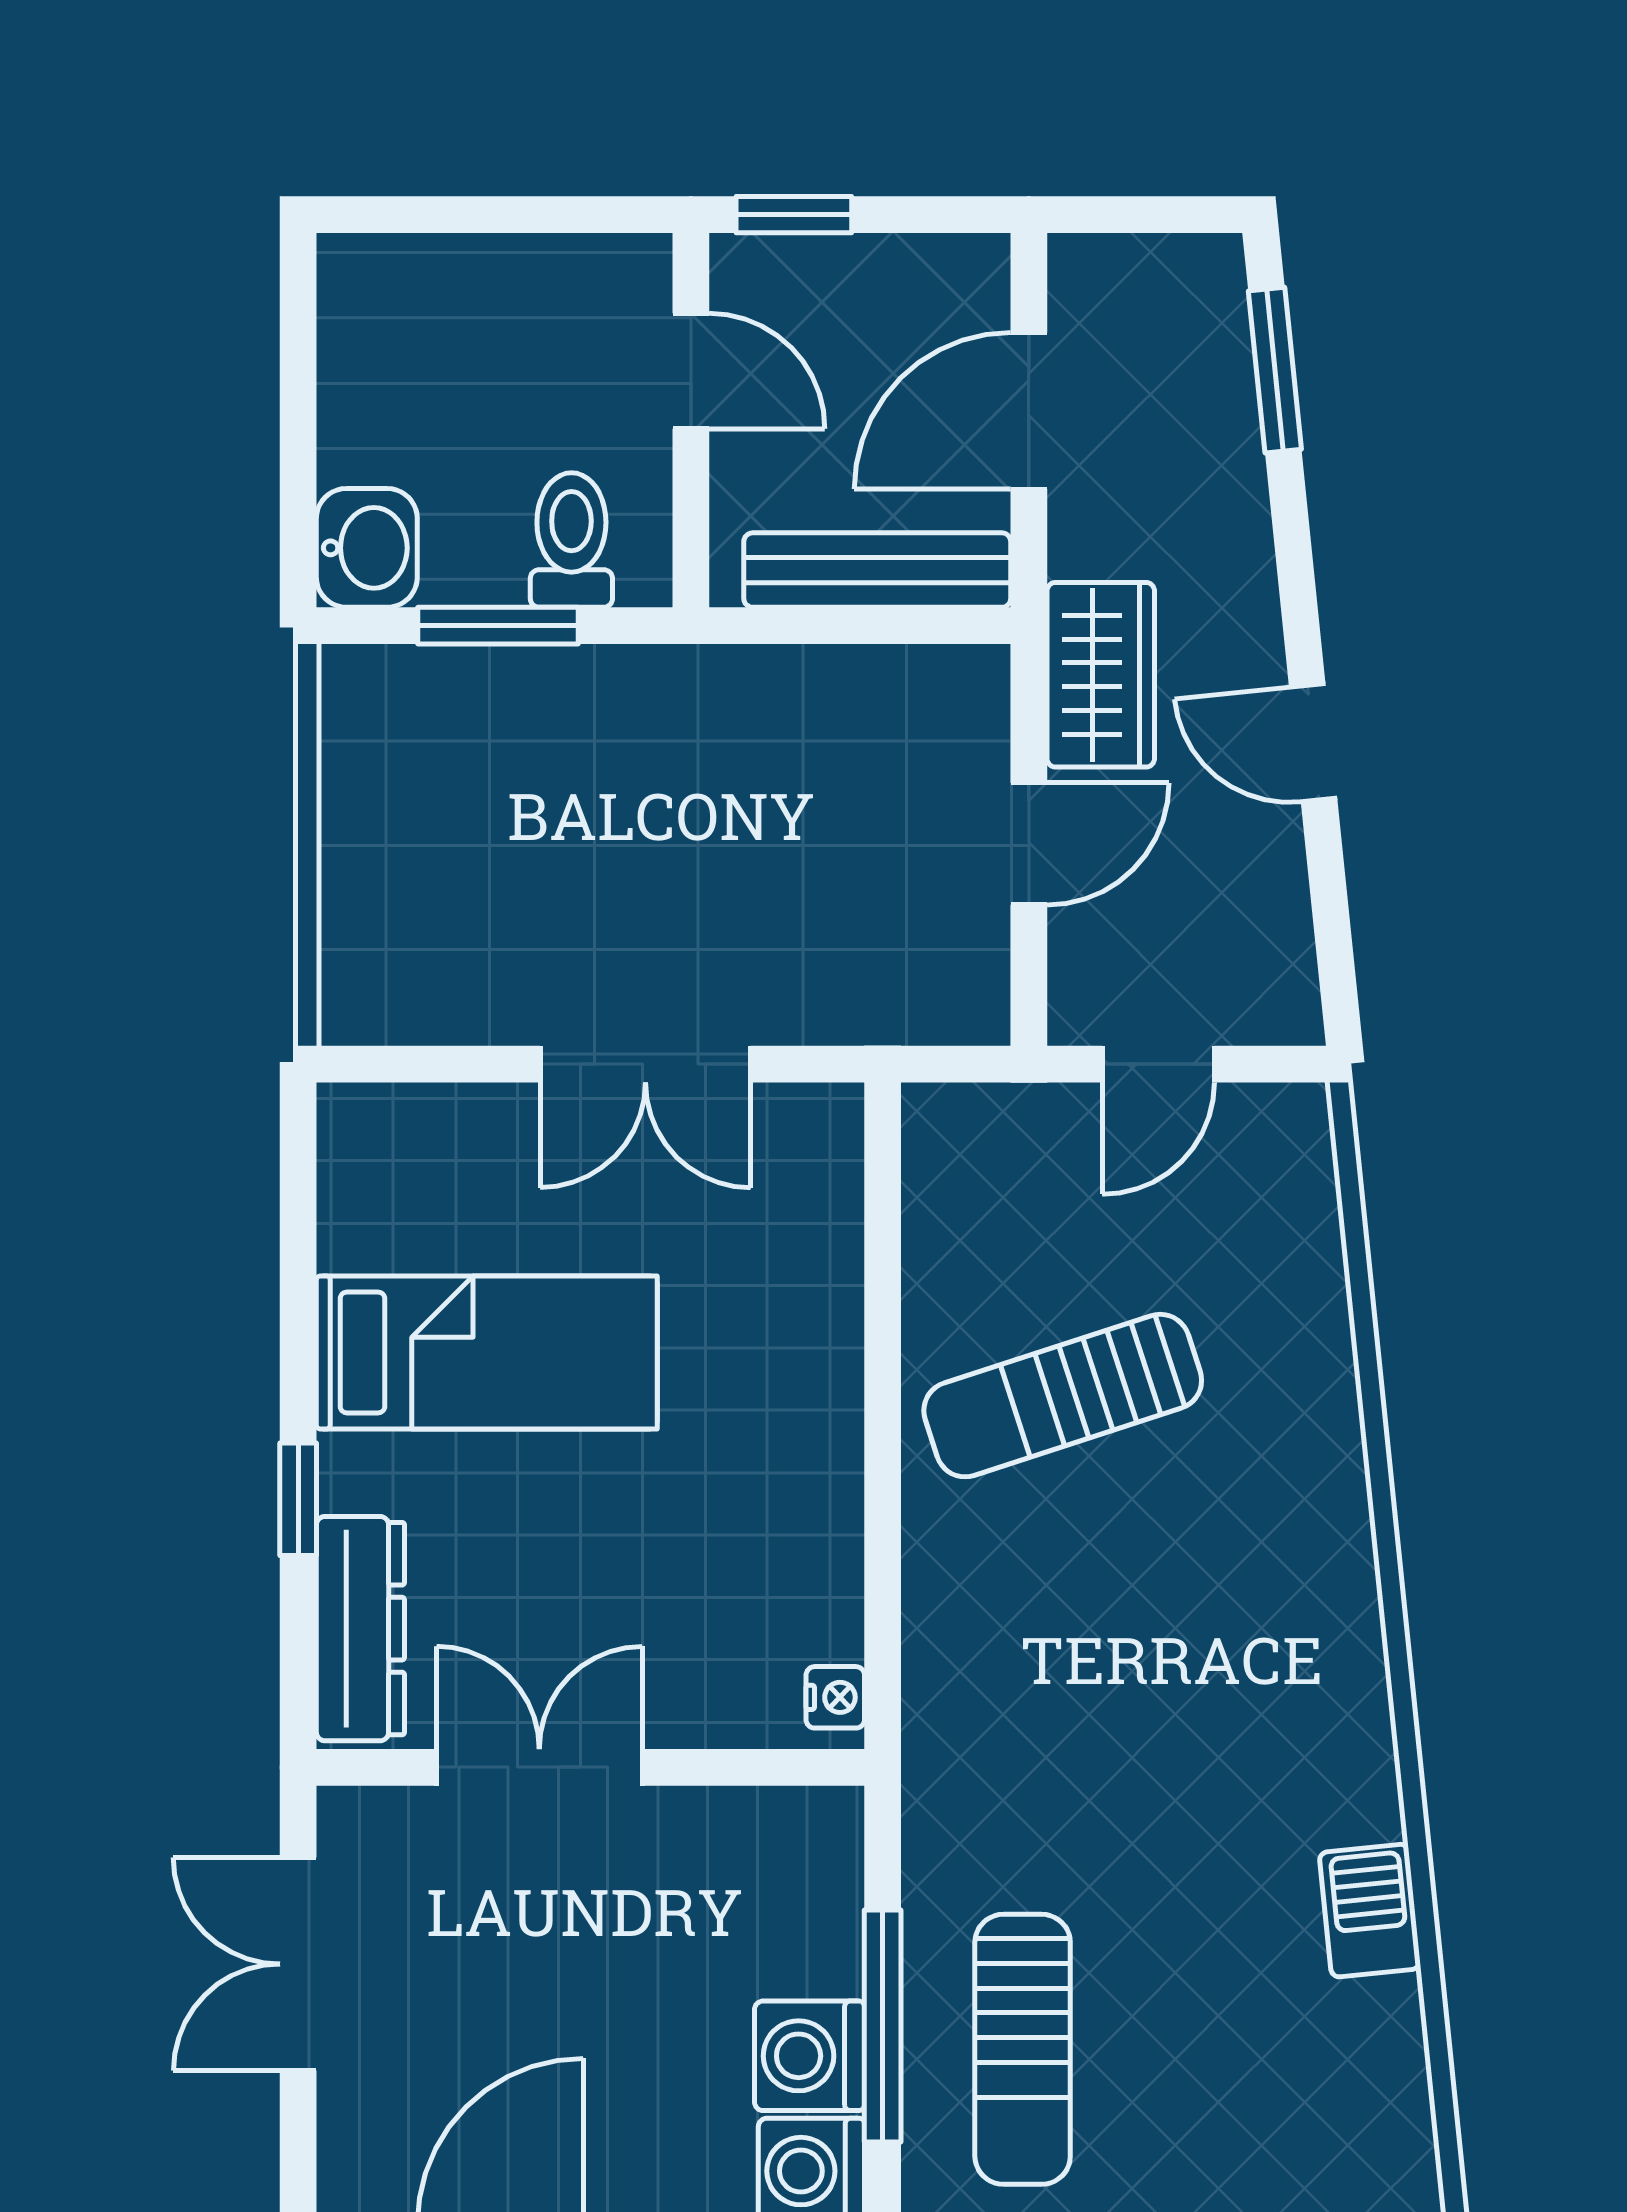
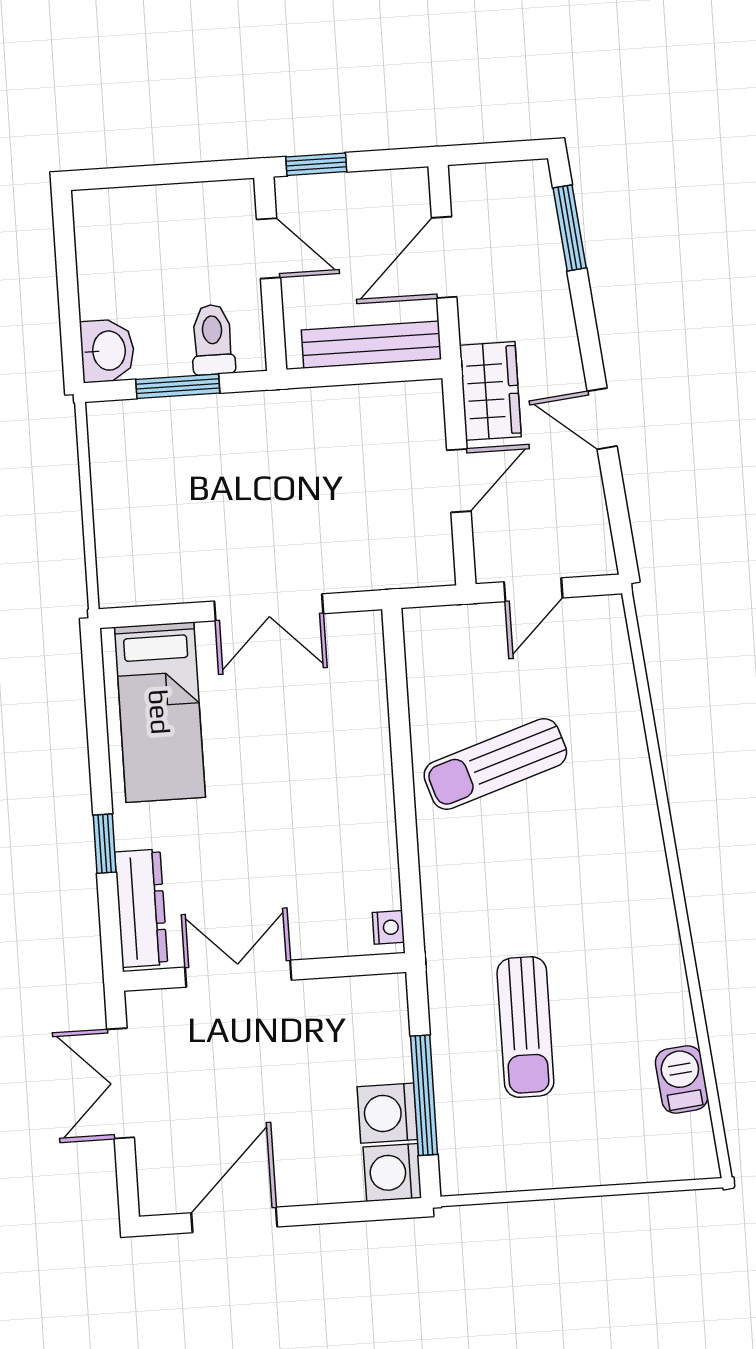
bed: (487, 1352) -> (160, 712), moved, turned 90
barbecue: (1370, 1911) -> (682, 1079), moved
sun lounger: (1023, 2049) -> (525, 1027), moved

